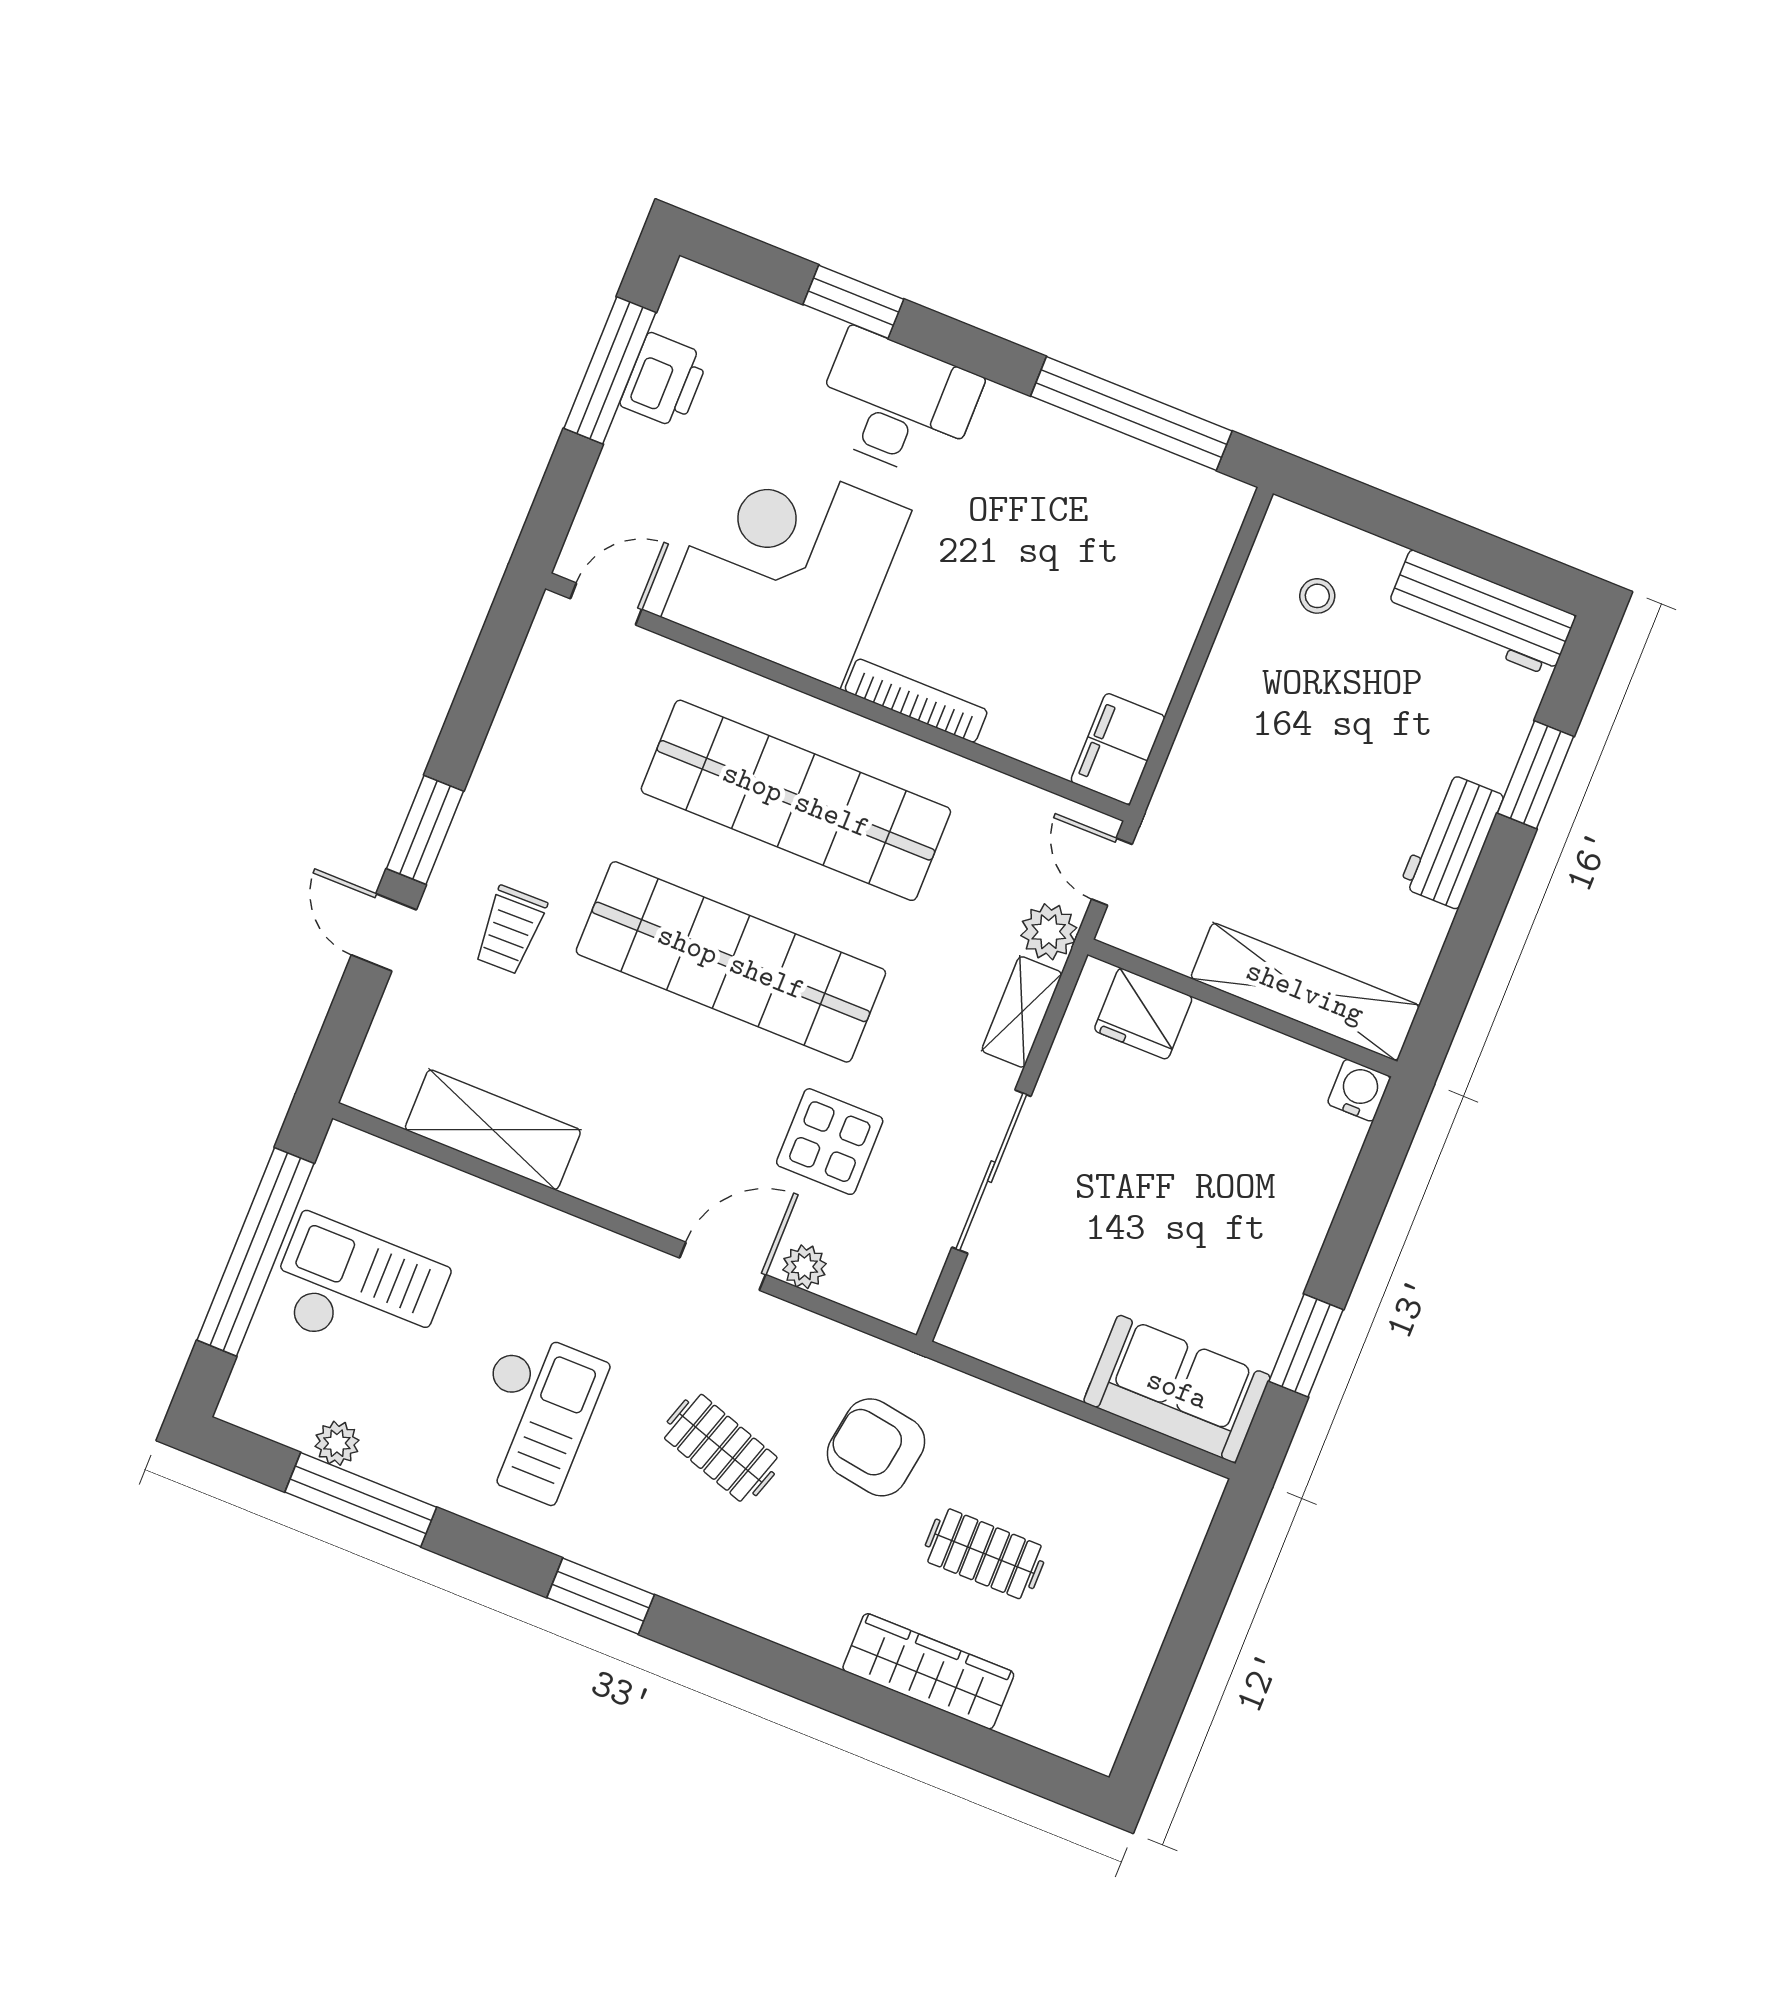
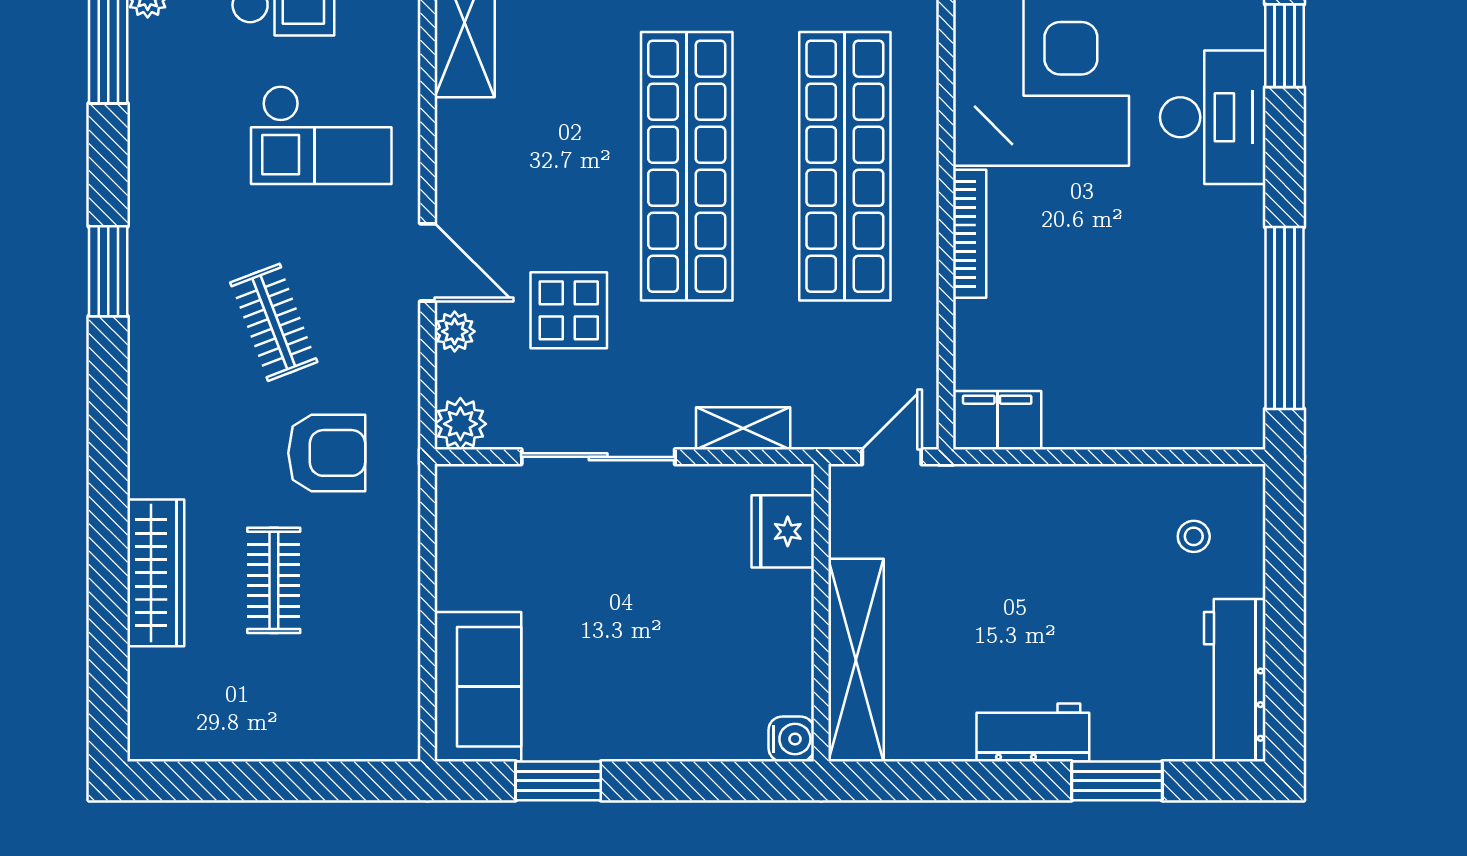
plant: (1049, 932) -> (460, 424), moved
checkout: (532, 1415) -> (321, 135), moved
armchair: (876, 1447) -> (327, 453), turned 81
clothes rail: (721, 1448) -> (274, 322), turned -39

